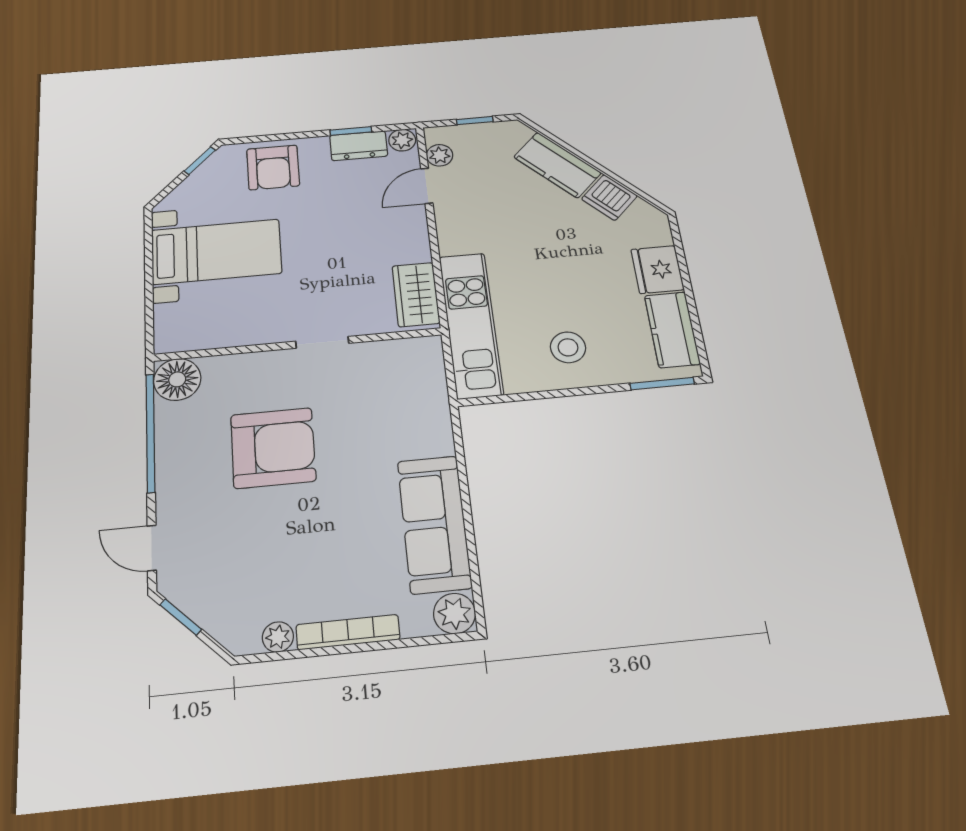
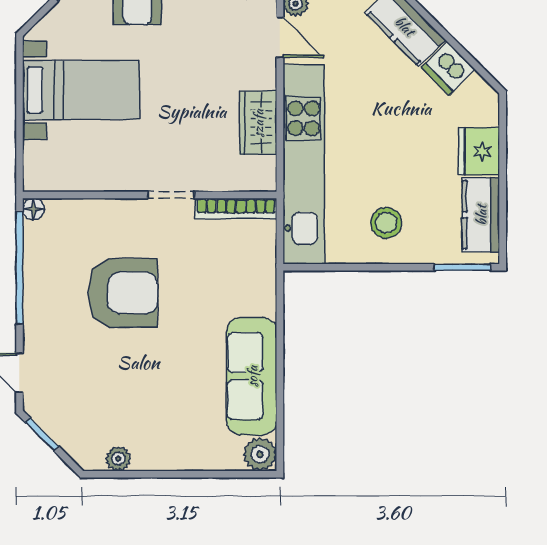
door: (427, 186) -> (280, 37), swing flipped
wardrobe: (416, 295) -> (258, 123), moved
kitchen unit: (471, 325) -> (304, 164), width x1.36
floor lamp: (177, 379) -> (33, 209), width x0.53, depth x0.53
bookcase: (348, 632) -> (236, 209), moved, turned 180

